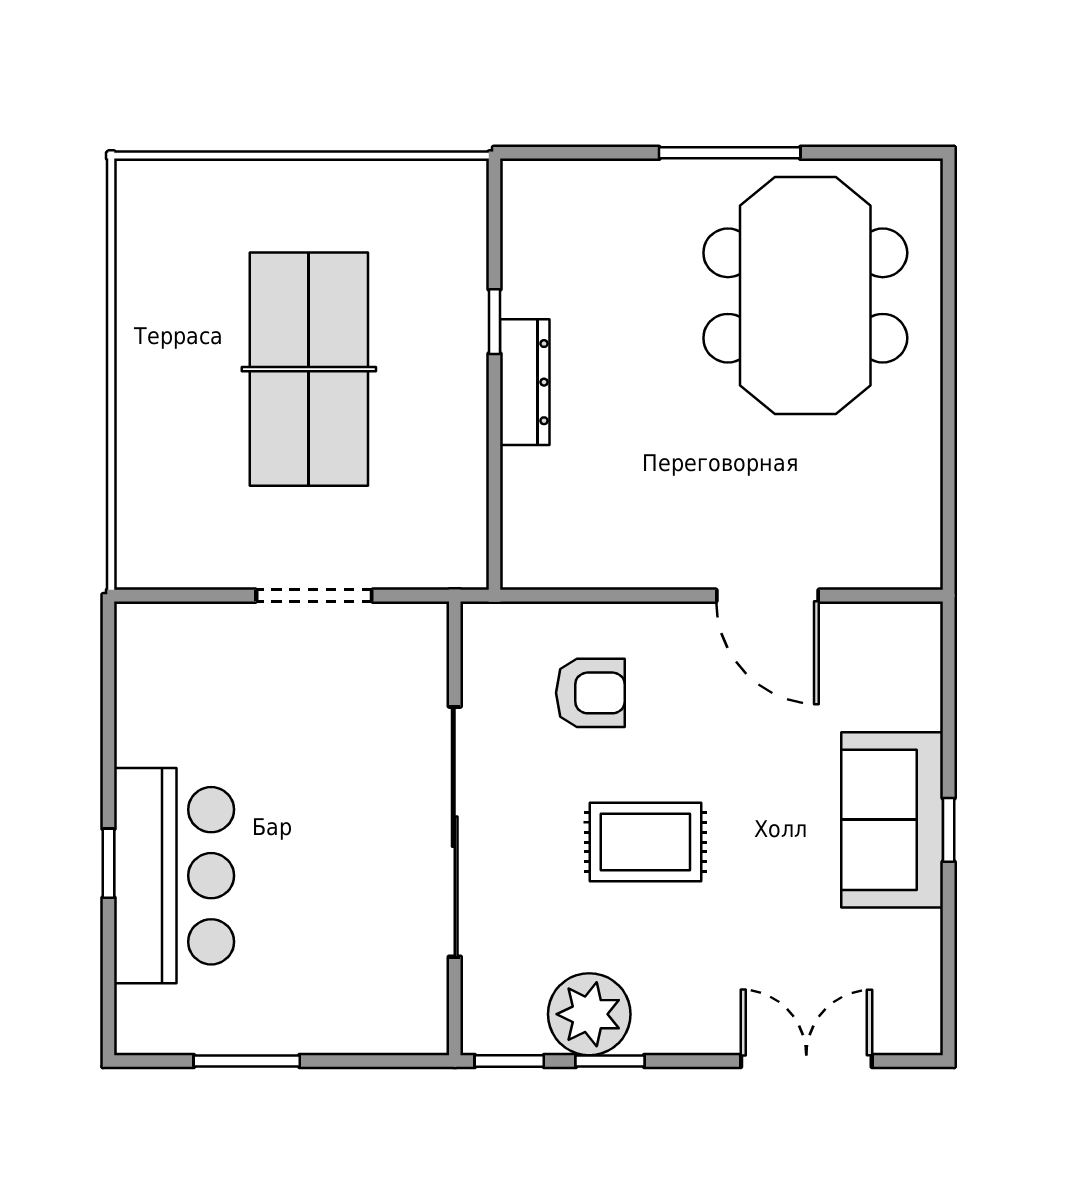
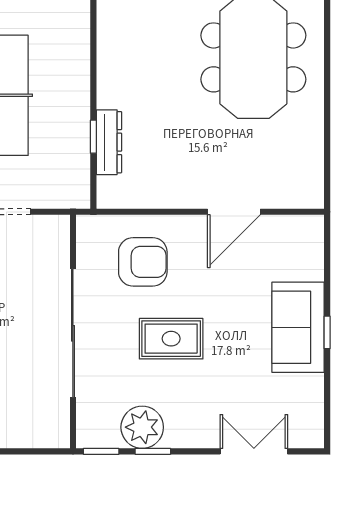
window: (494, 322) -> (93, 137), moved
dresser: (525, 382) -> (109, 142), moved
door: (768, 596) -> (234, 212), hinge flipped
armchair: (590, 693) -> (143, 262), width x1.38, depth x1.38

